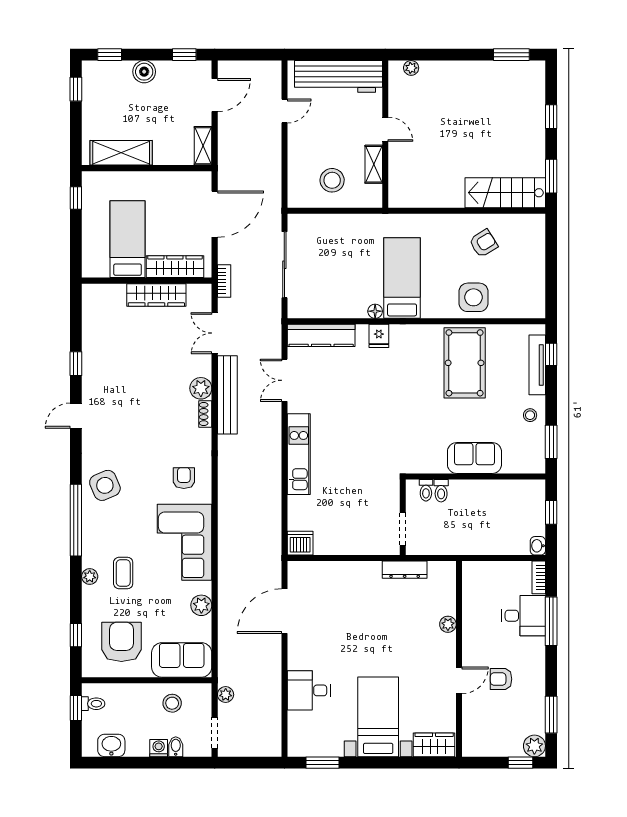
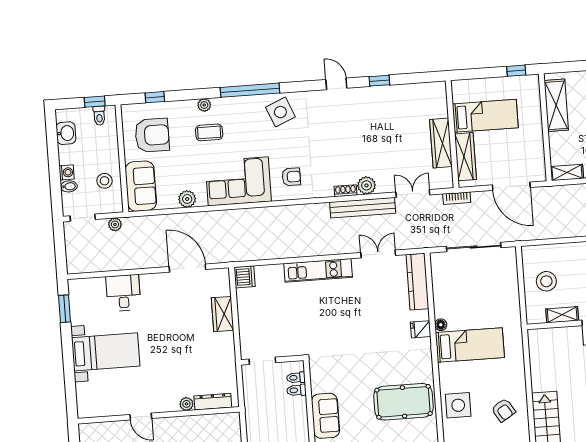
dresser: (405, 570) -> (213, 402), moved, turned 90
wardrobe: (434, 745) -> (223, 314), moved, turned 180

